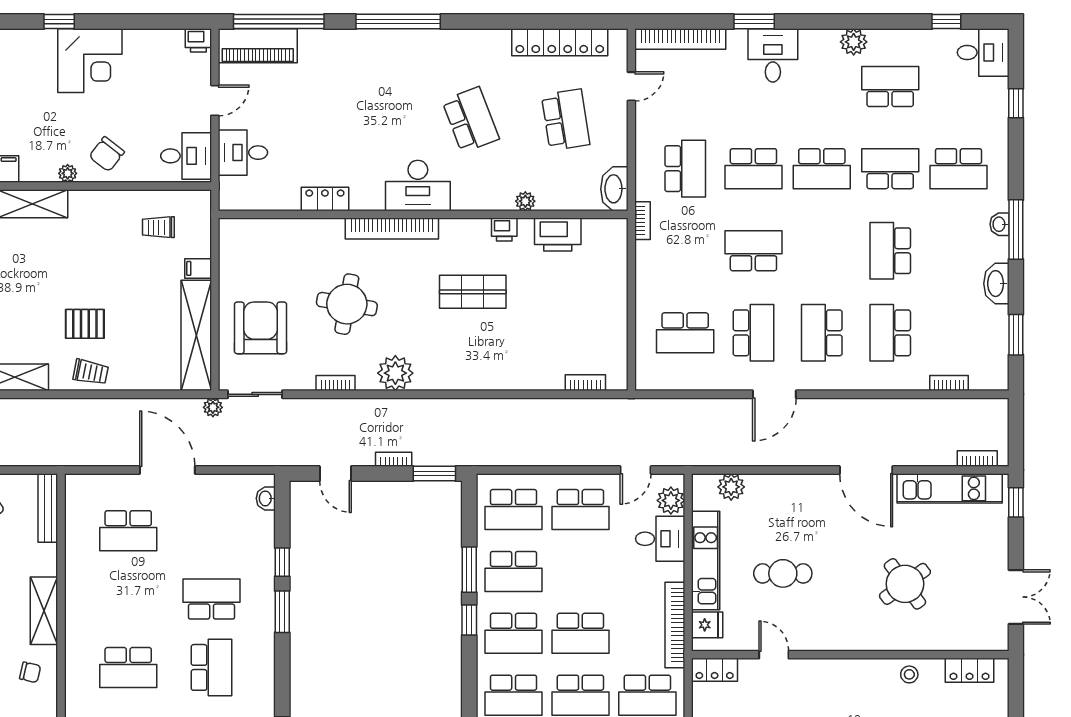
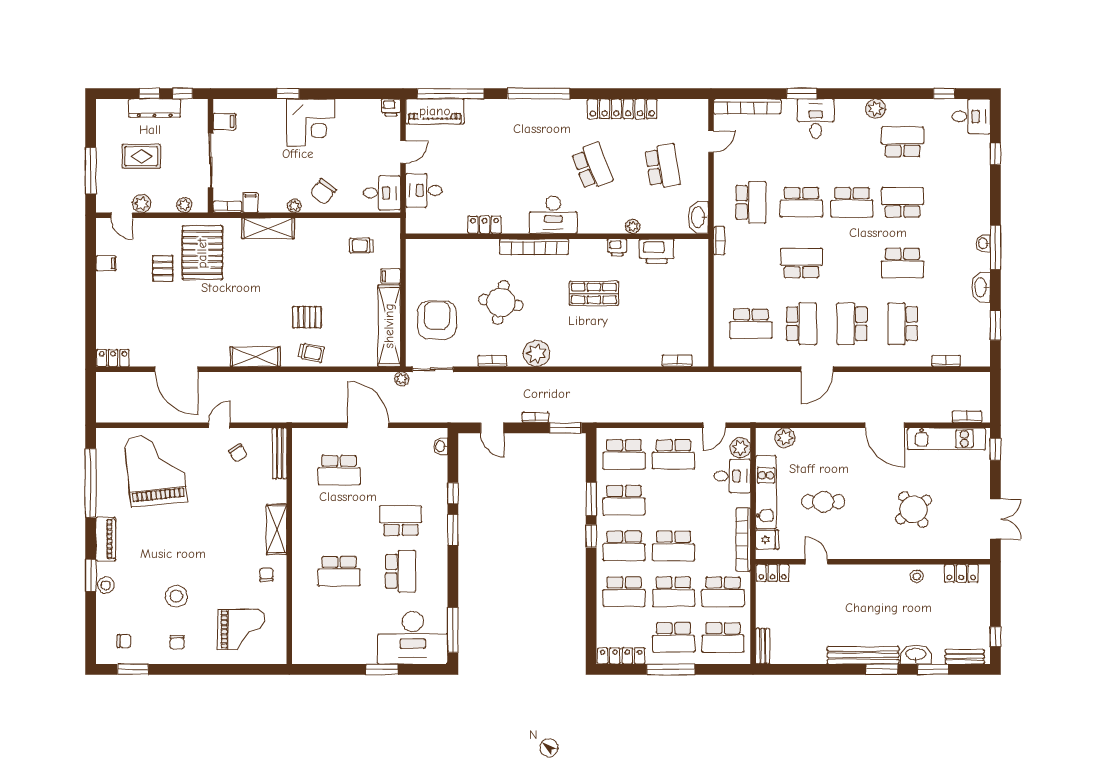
locker: (560, 42) -> (622, 109), moved
school desk: (958, 169) -> (953, 202), removed
school desk: (890, 251) -> (903, 263), turned -90
chair: (30, 672) -> (266, 575), turned -103

